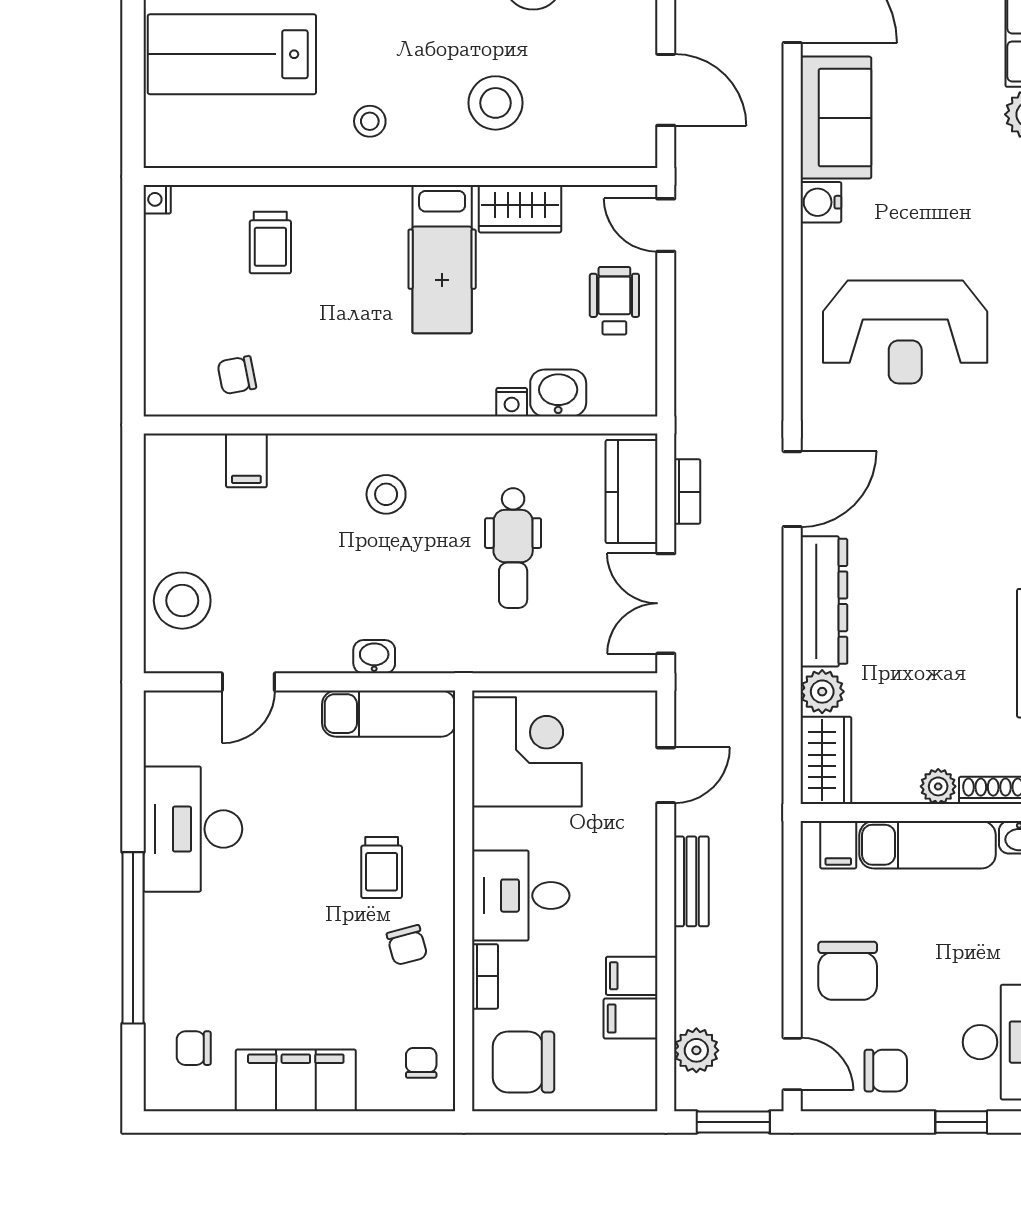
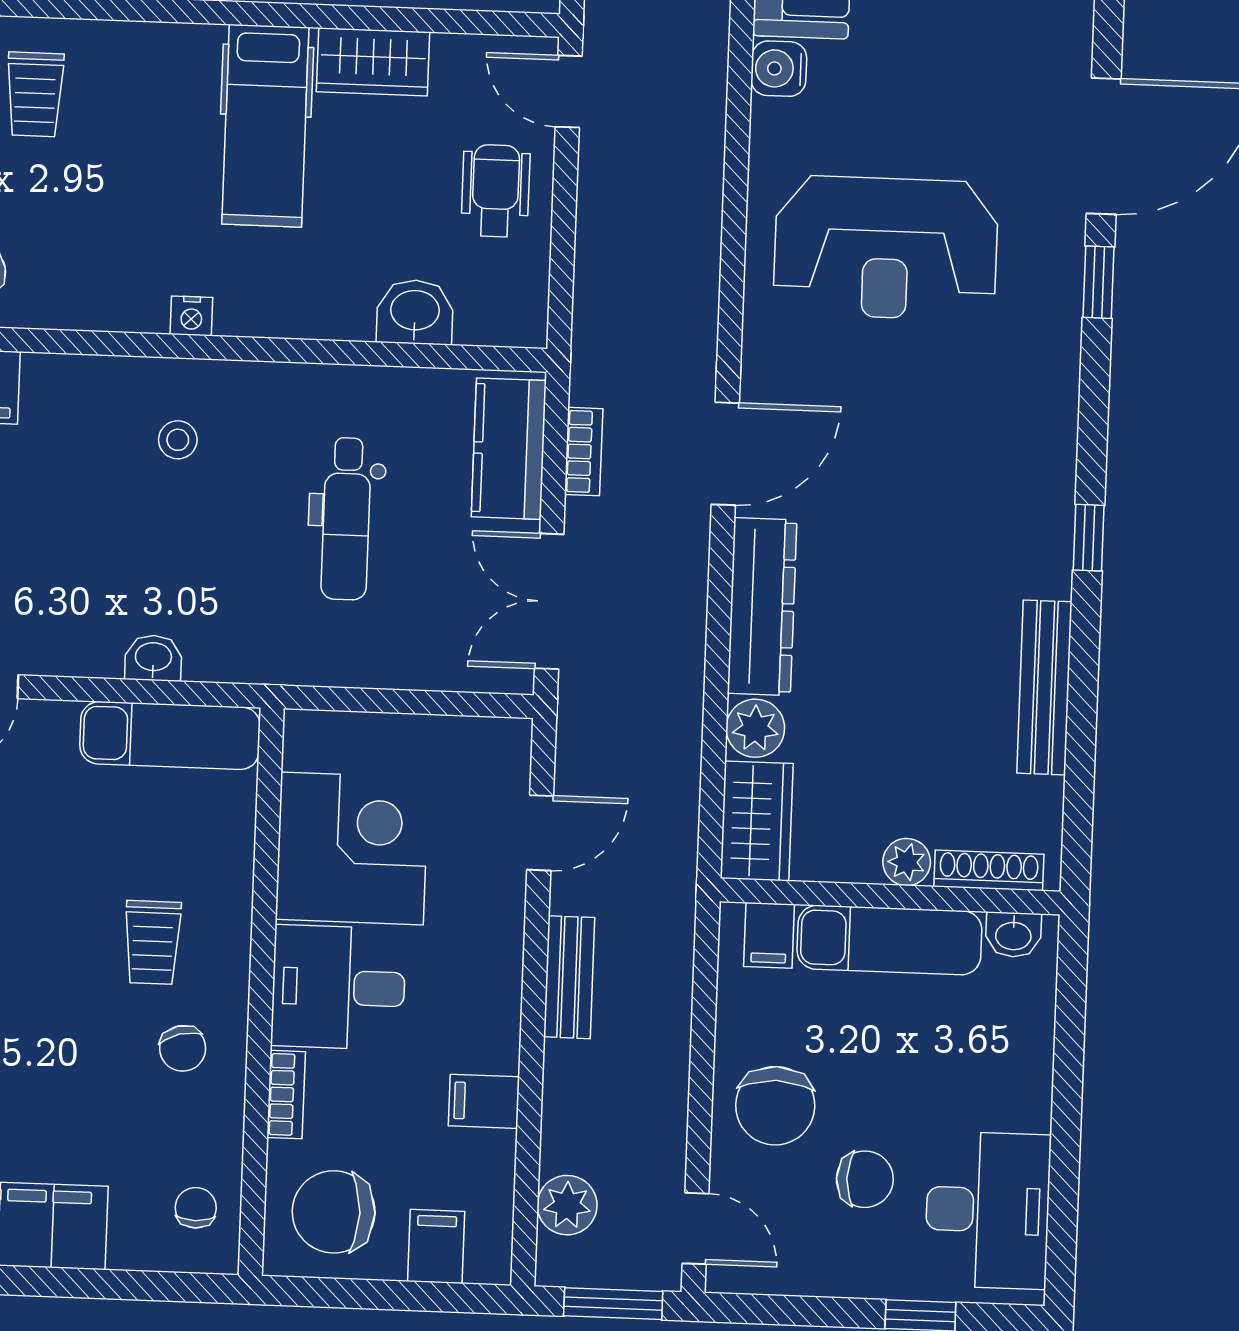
nightstand: (512, 402) -> (191, 316), moved
stool: (386, 494) -> (178, 440), width x0.73, depth x0.73
corner desk: (527, 752) -> (352, 848), moved
filing cabinet: (630, 1019) -> (436, 1246), moved, turned 90
chair: (886, 1071) -> (865, 1179), moved

